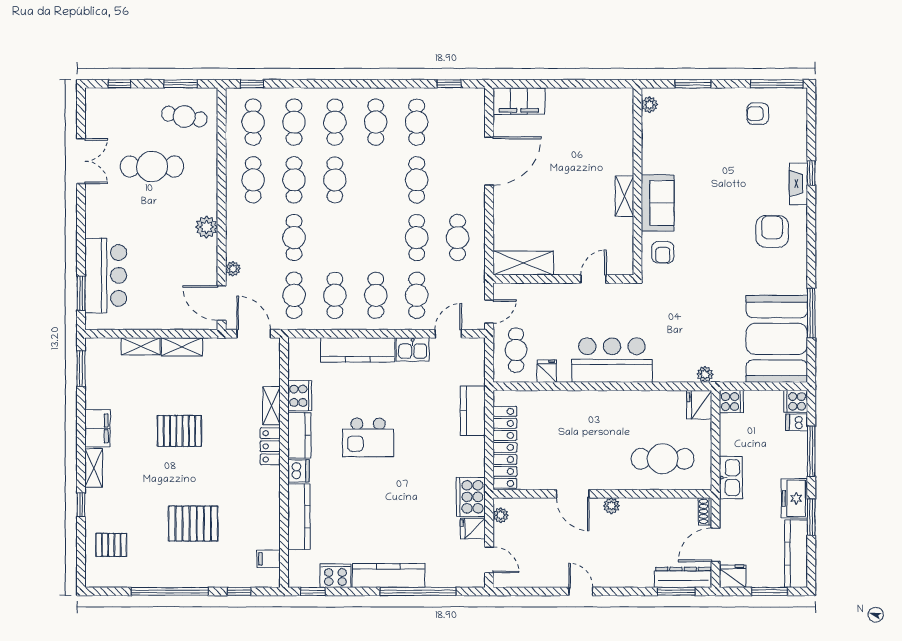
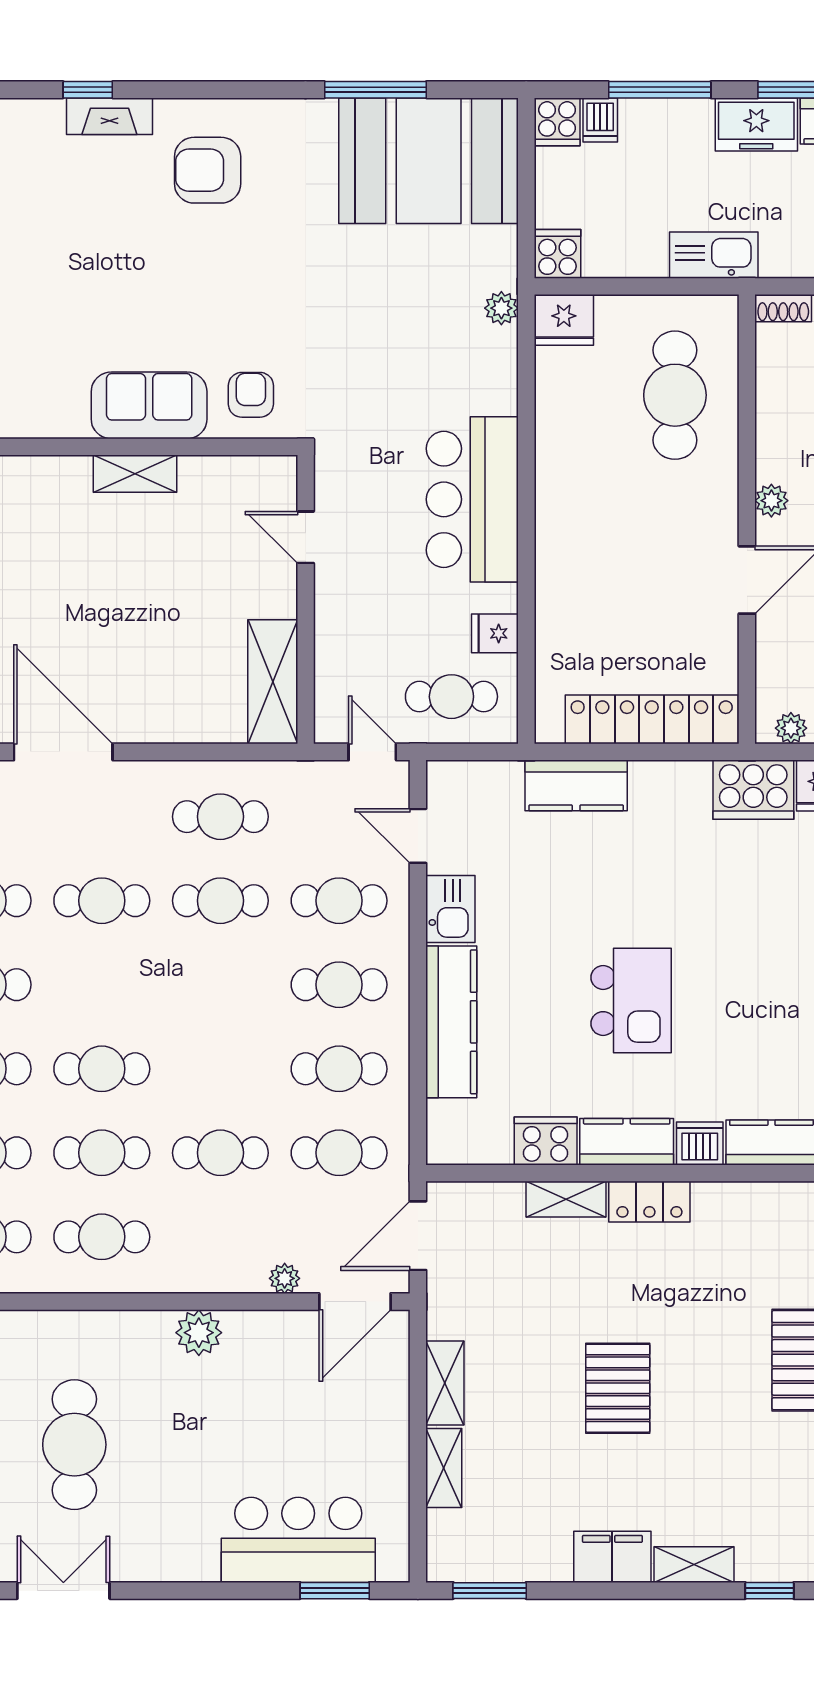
armchair: (663, 252) -> (251, 395), turned -90

